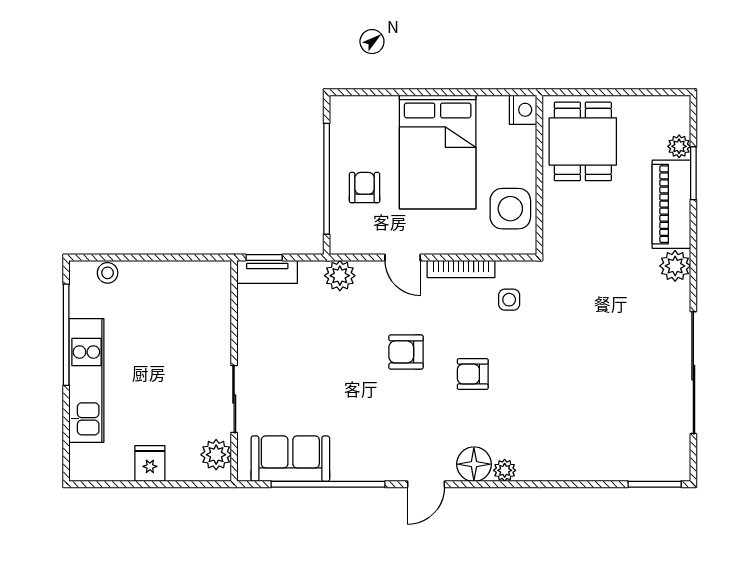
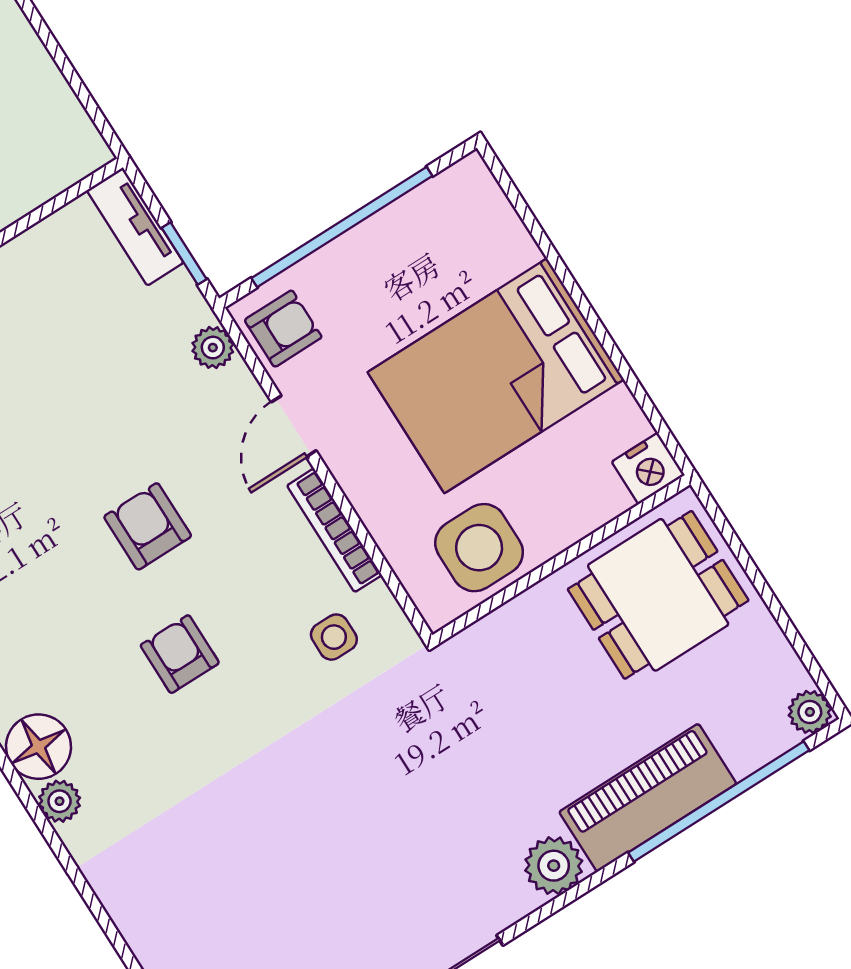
plant: (679, 146) -> (810, 712), moved
window: (693, 173) -> (719, 801), width x2.11
armchair: (365, 188) -> (283, 329), moved
window: (264, 257) -> (184, 253), moved
plant: (340, 276) -> (213, 348), width x0.73, depth x0.73

